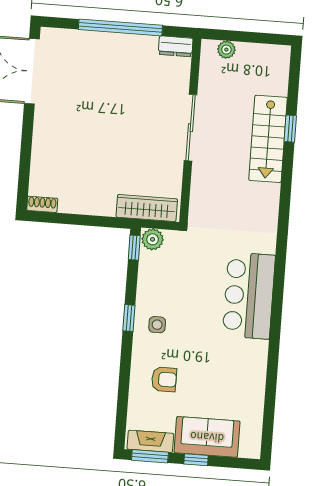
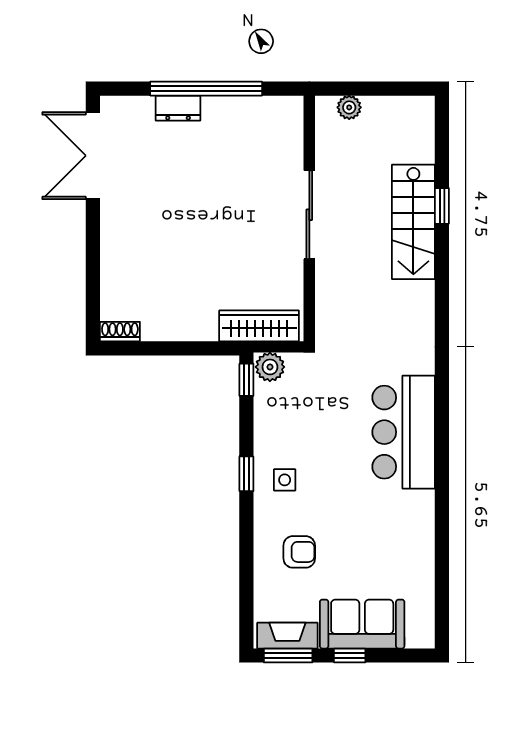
dresser: (176, 46) -> (178, 108), moved

